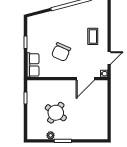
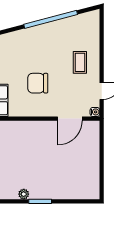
chair: (61, 52) -> (38, 83), turned 66
round table: (56, 113) -> (31, 164), removed

